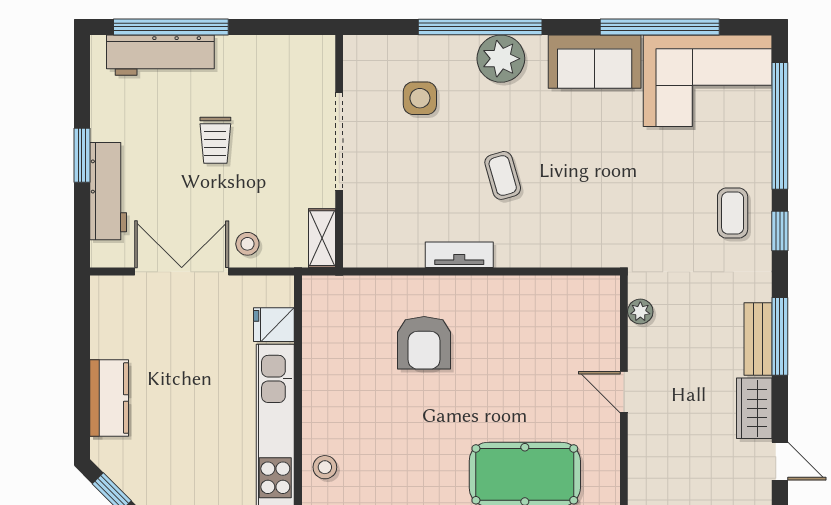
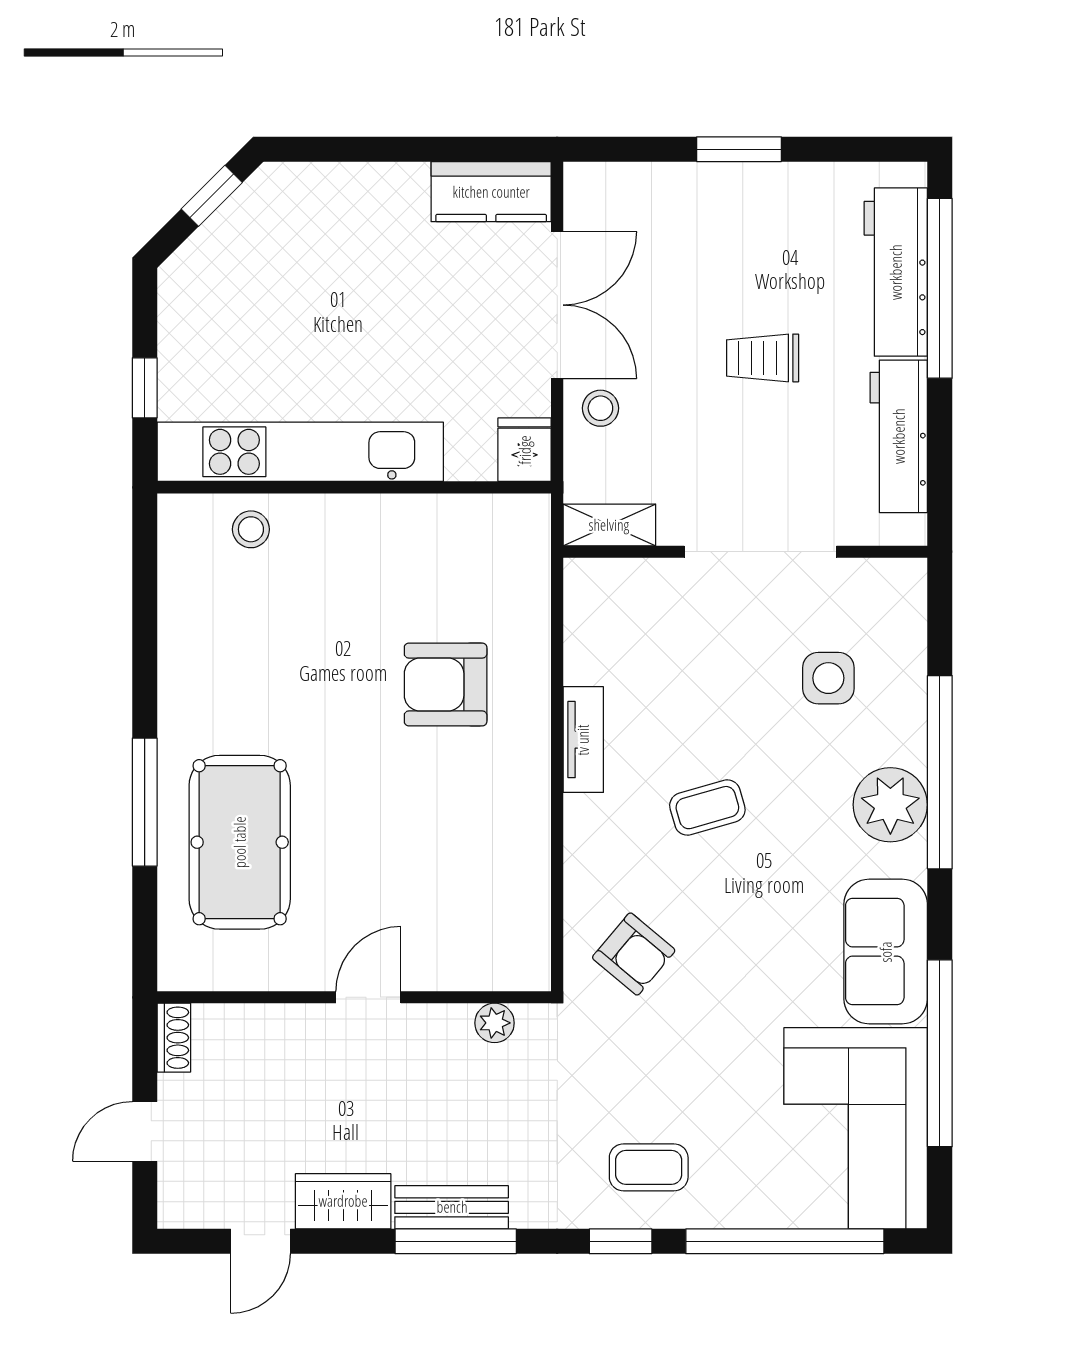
workbench: (108, 191) -> (899, 436), moved, turned 90
armchair: (596, 223) -> (634, 954), added
fridge: (274, 325) -> (525, 450), moved
kitchen counter: (109, 398) -> (491, 192), moved

